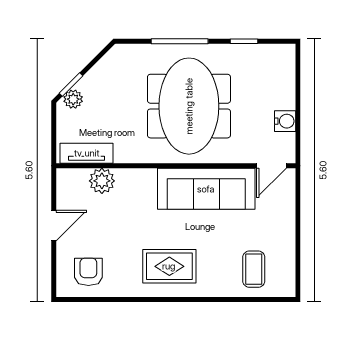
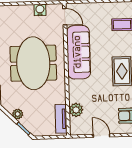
plant: (73, 99) -> (18, 114), moved
meeting table: (189, 106) -> (33, 63), turned 90

